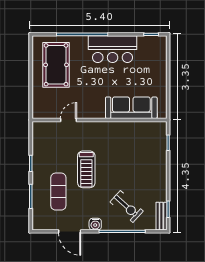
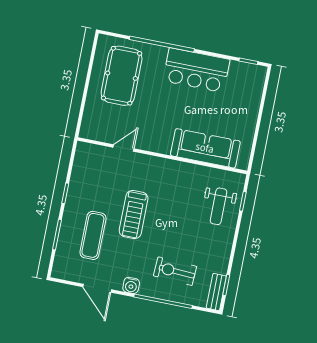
weight bench: (150, 150) -> (219, 206), added
exercise bike: (127, 206) -> (175, 271), turned 141

